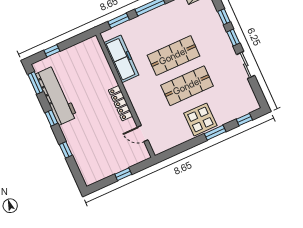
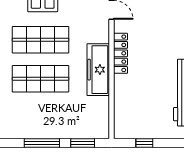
window: (52, 51) -> (144, 143), moved
freezer: (121, 59) -> (98, 70), moved

